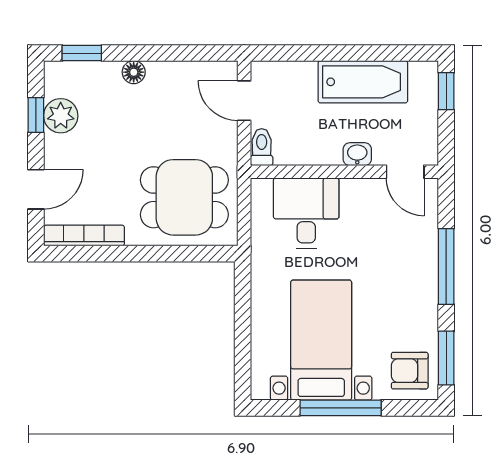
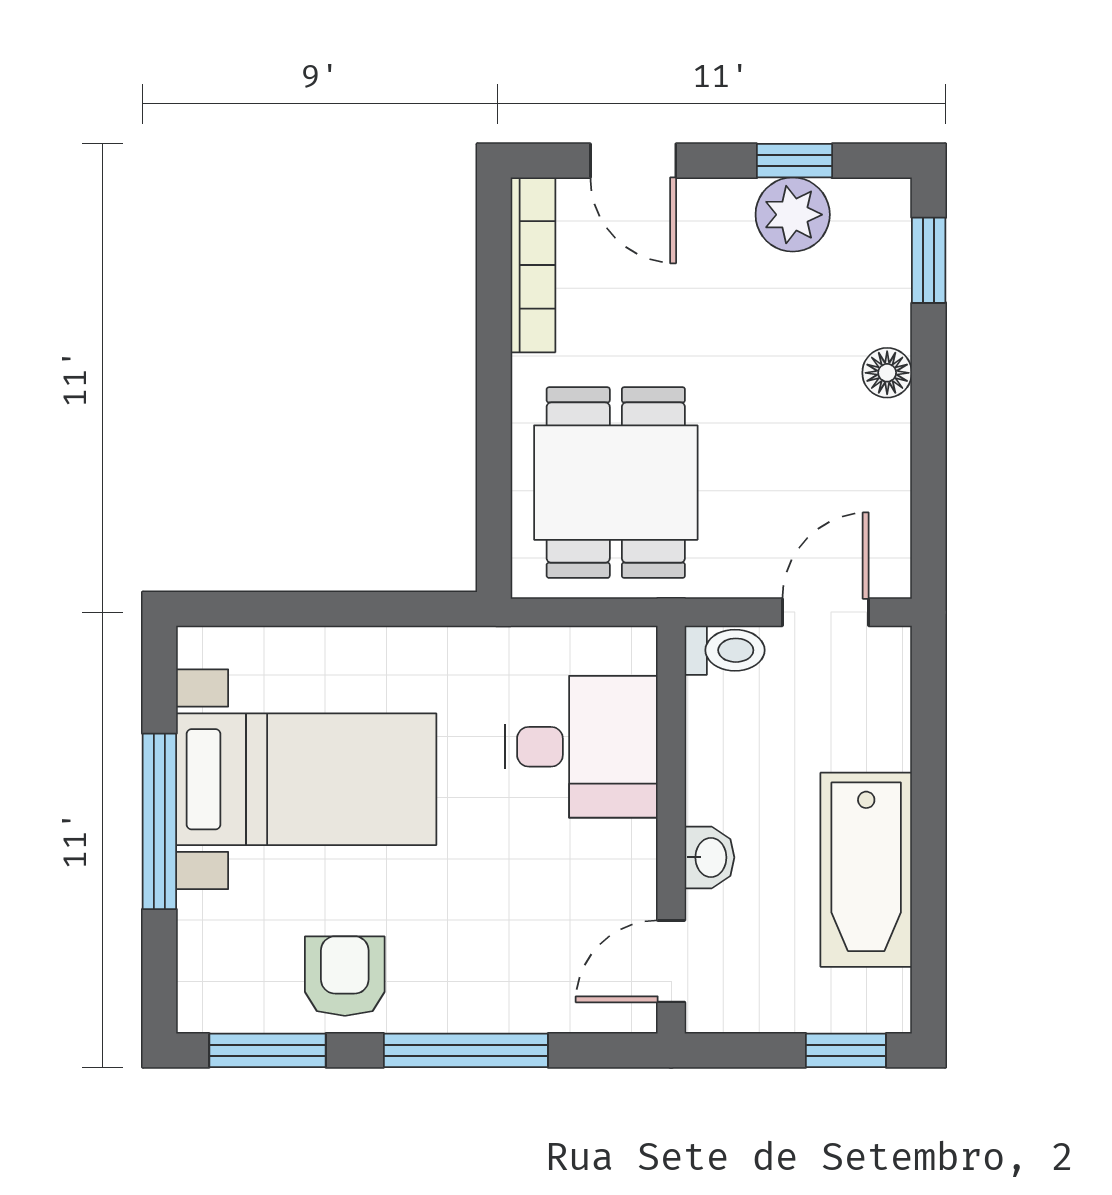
armchair: (410, 371) -> (345, 976), moved

